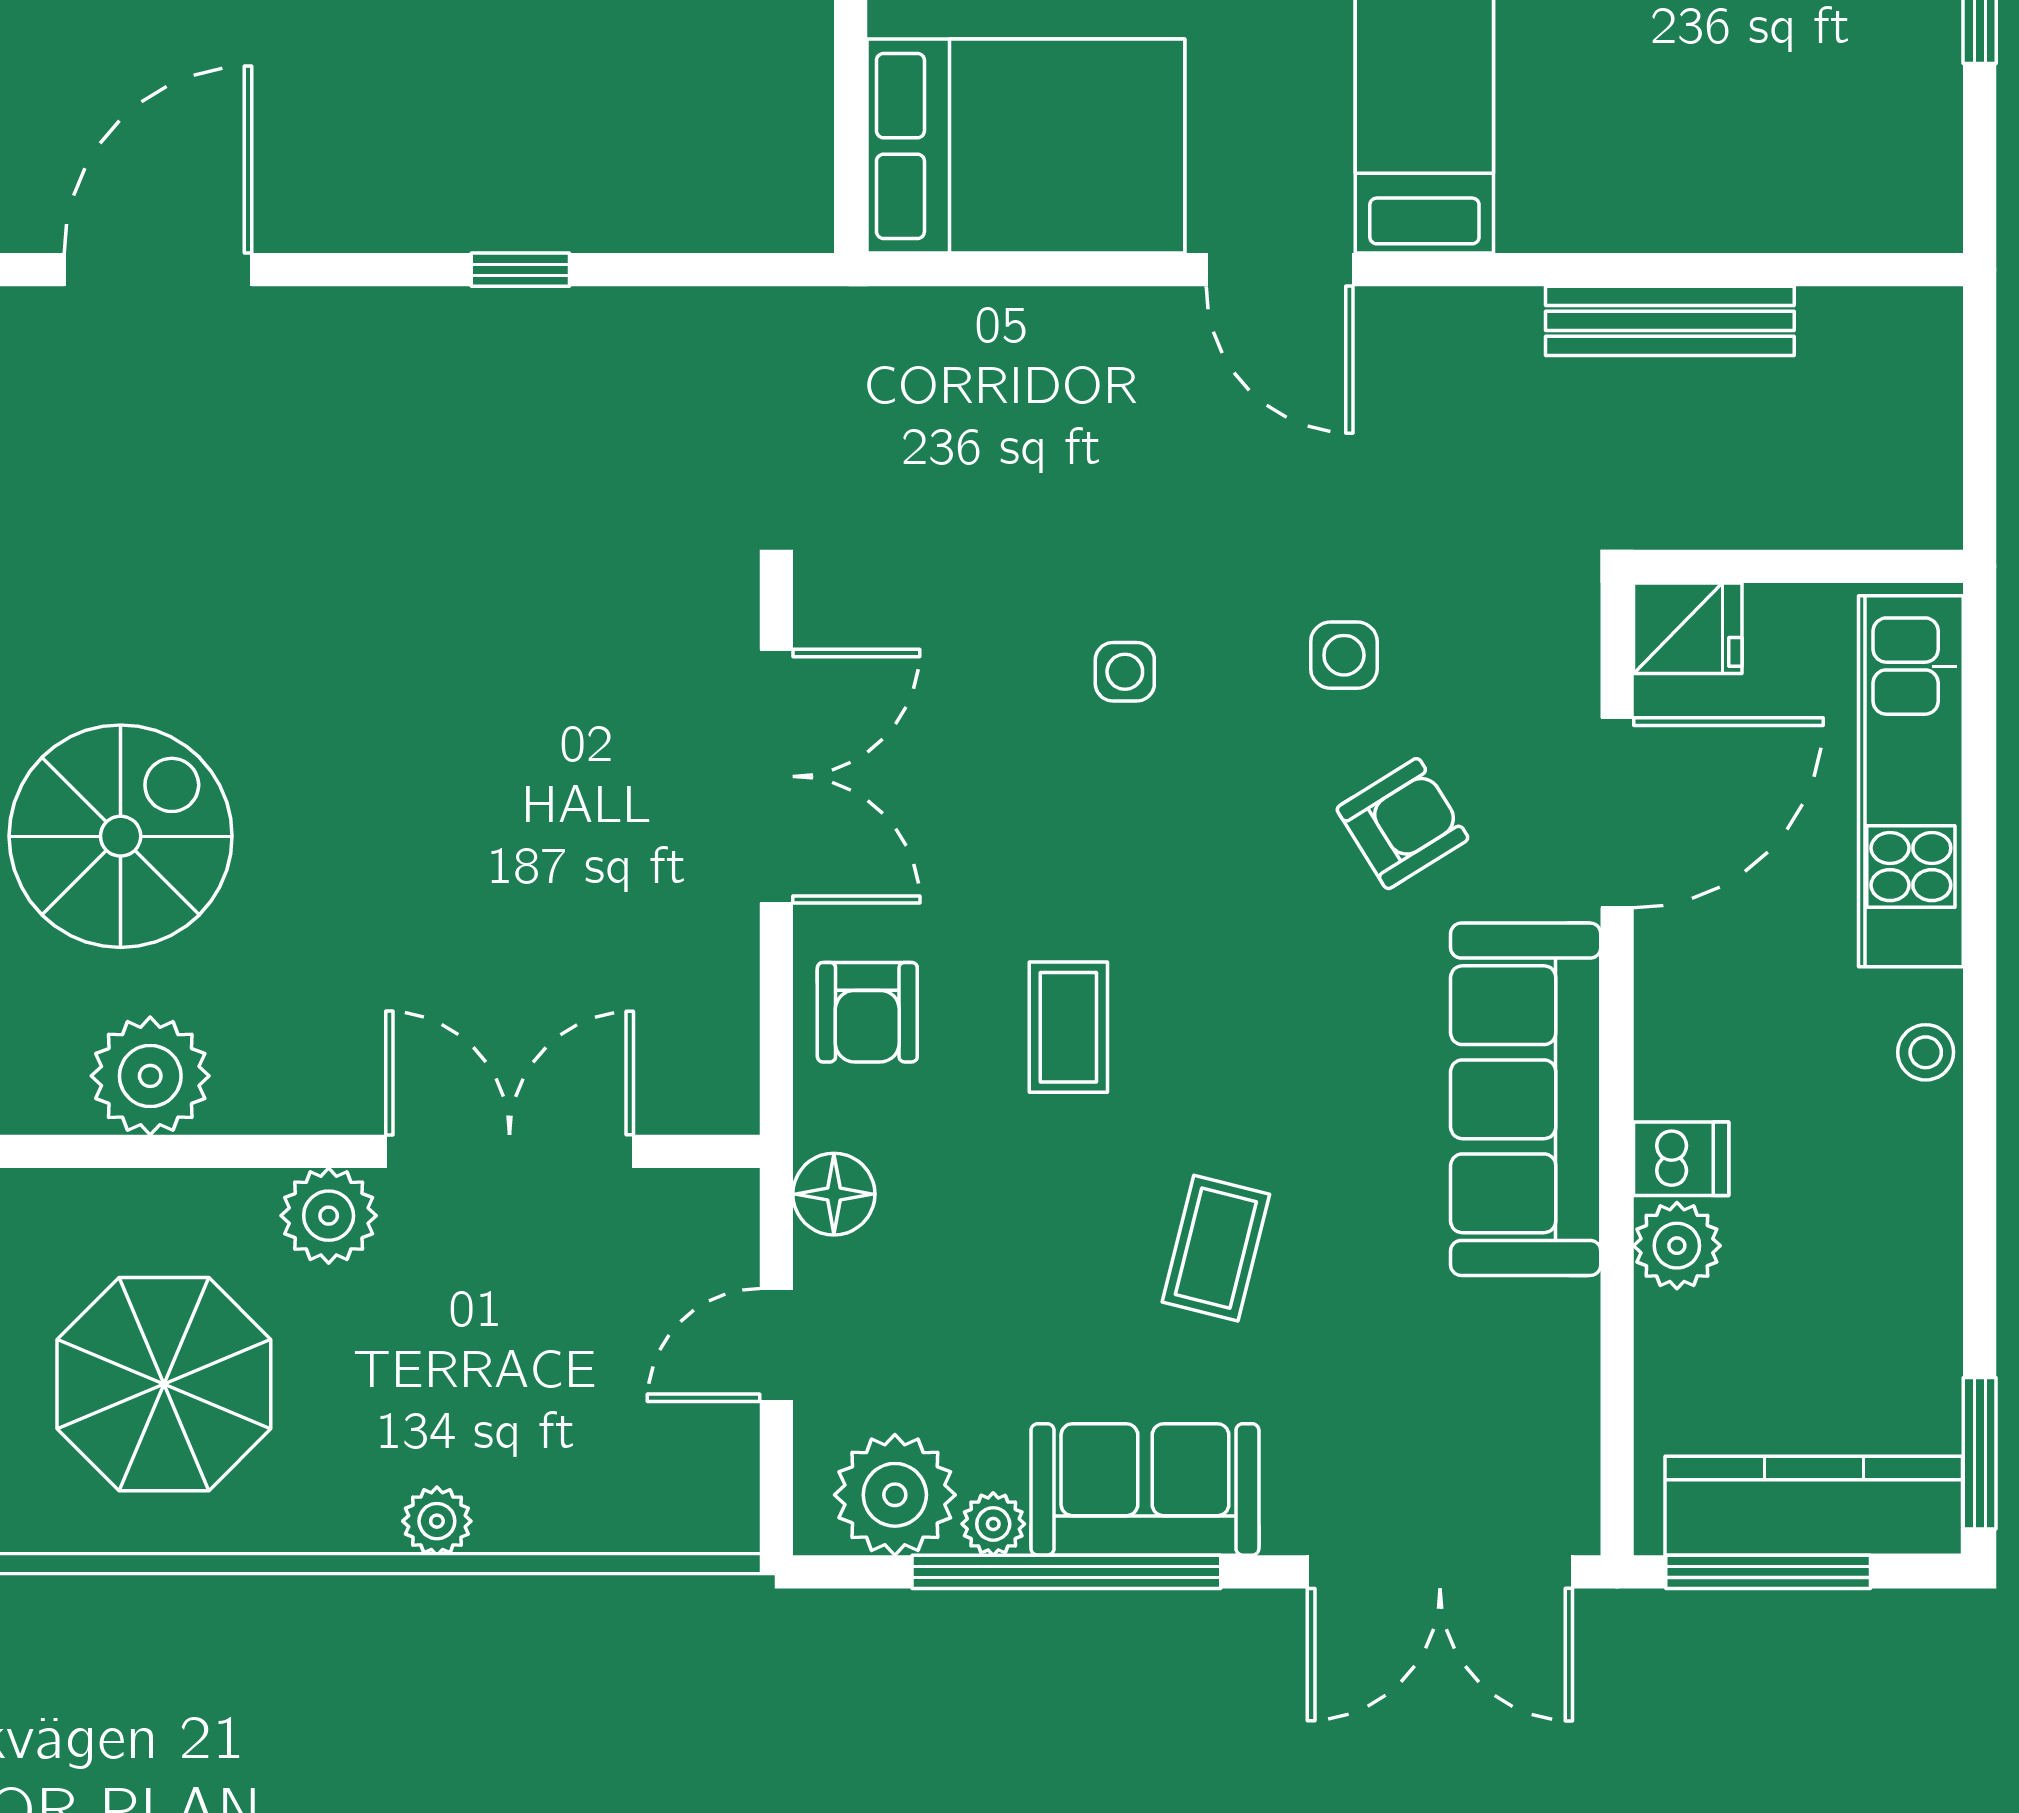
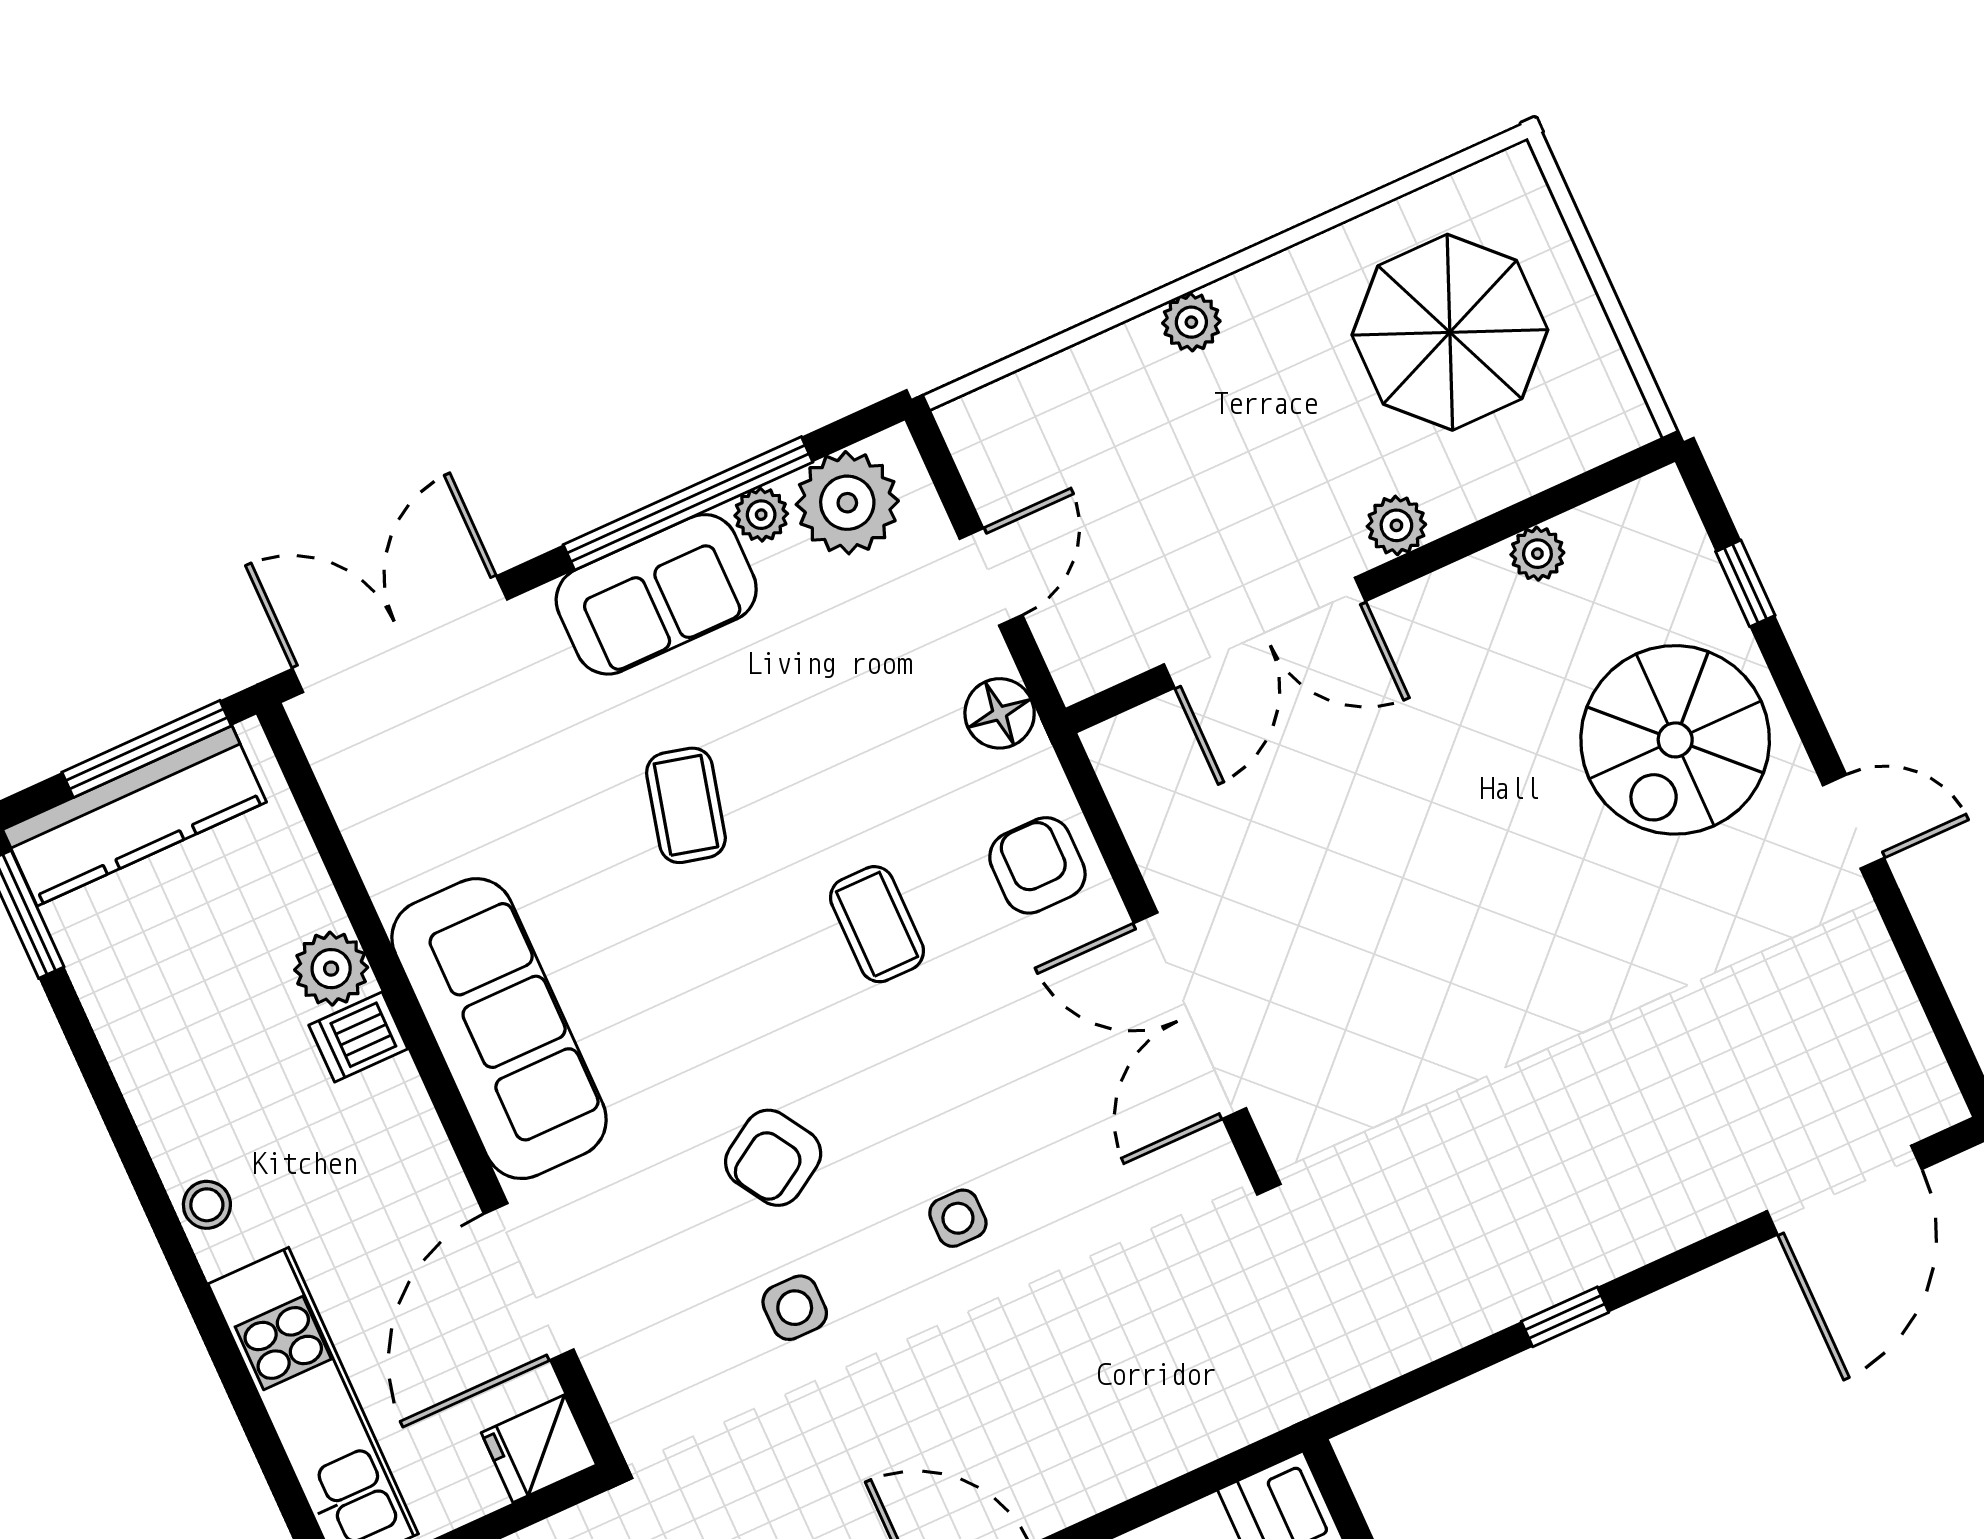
armchair: (1402, 824) -> (773, 1158), moved
plant: (150, 1076) -> (1537, 554), width x0.53, depth x0.53
plant: (329, 1216) -> (1396, 525), width x0.73, depth x0.73

